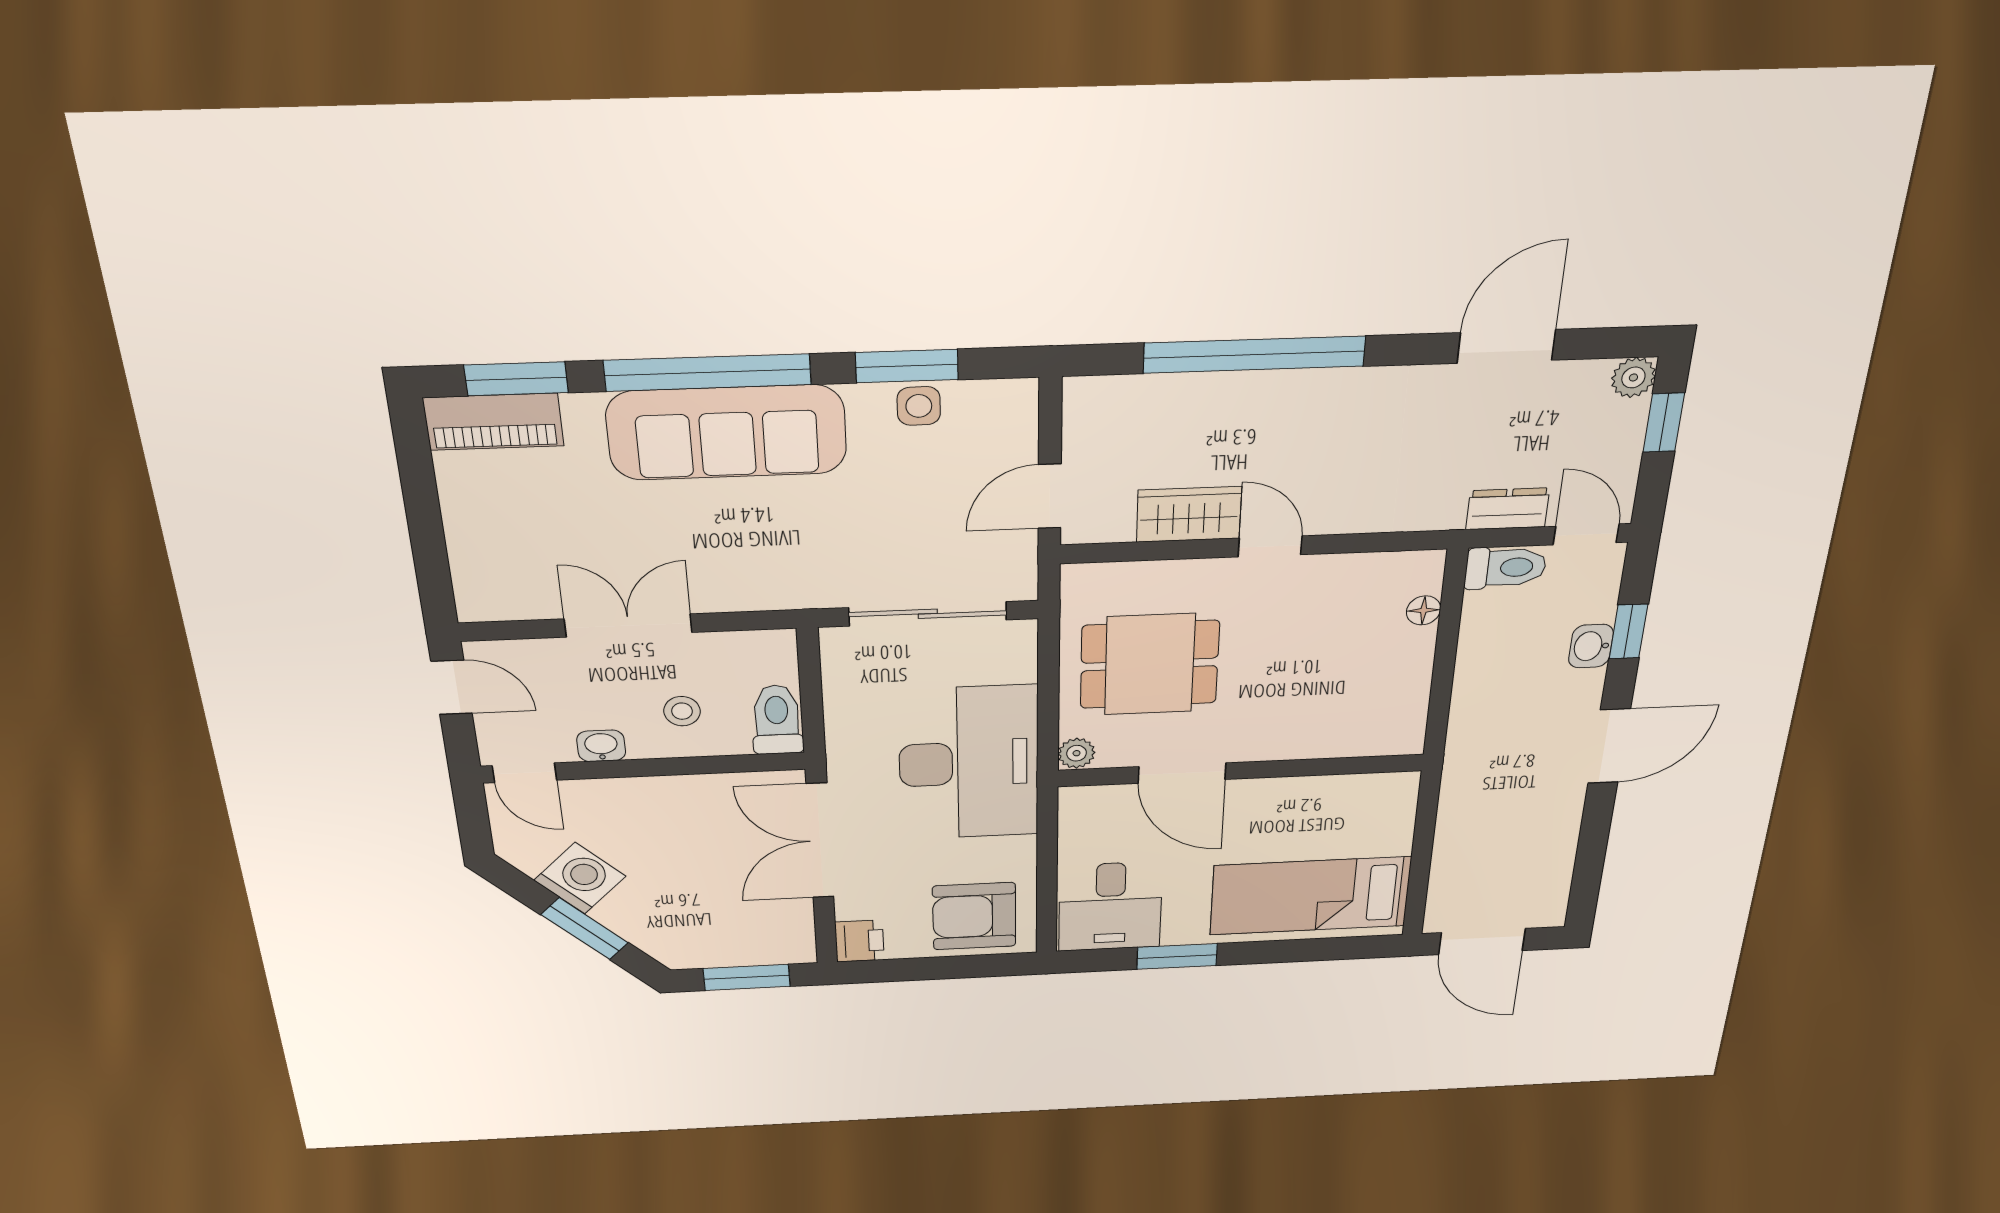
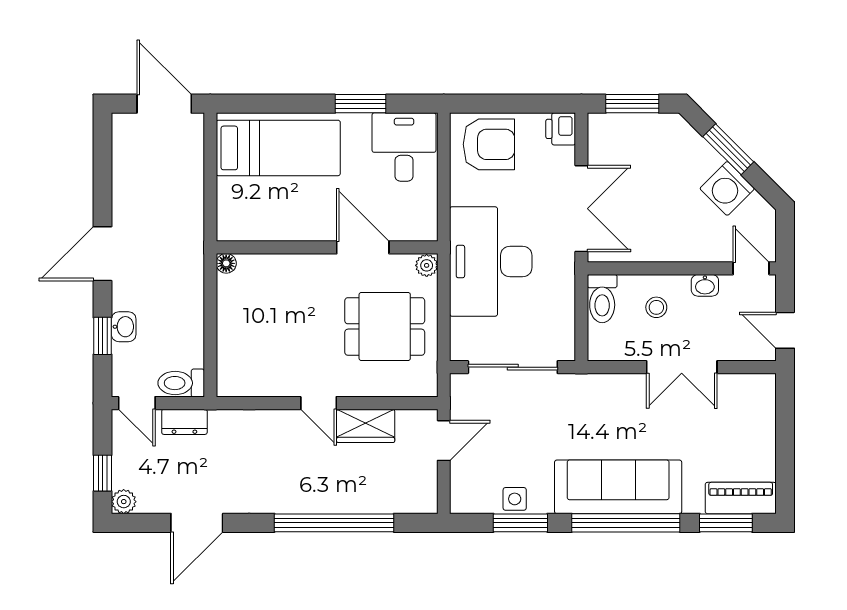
floor lamp: (1424, 610) -> (226, 263), moved

